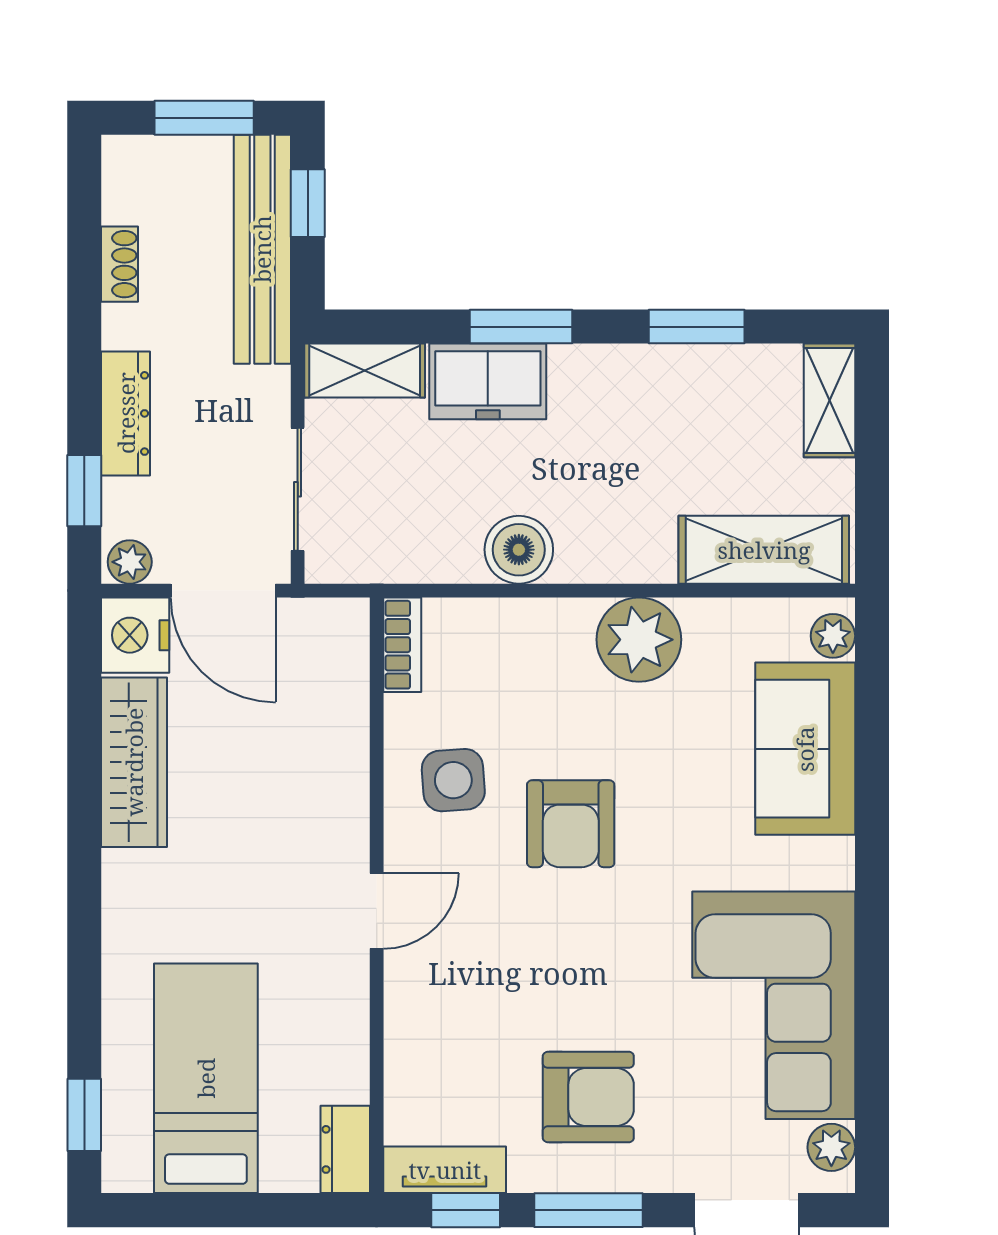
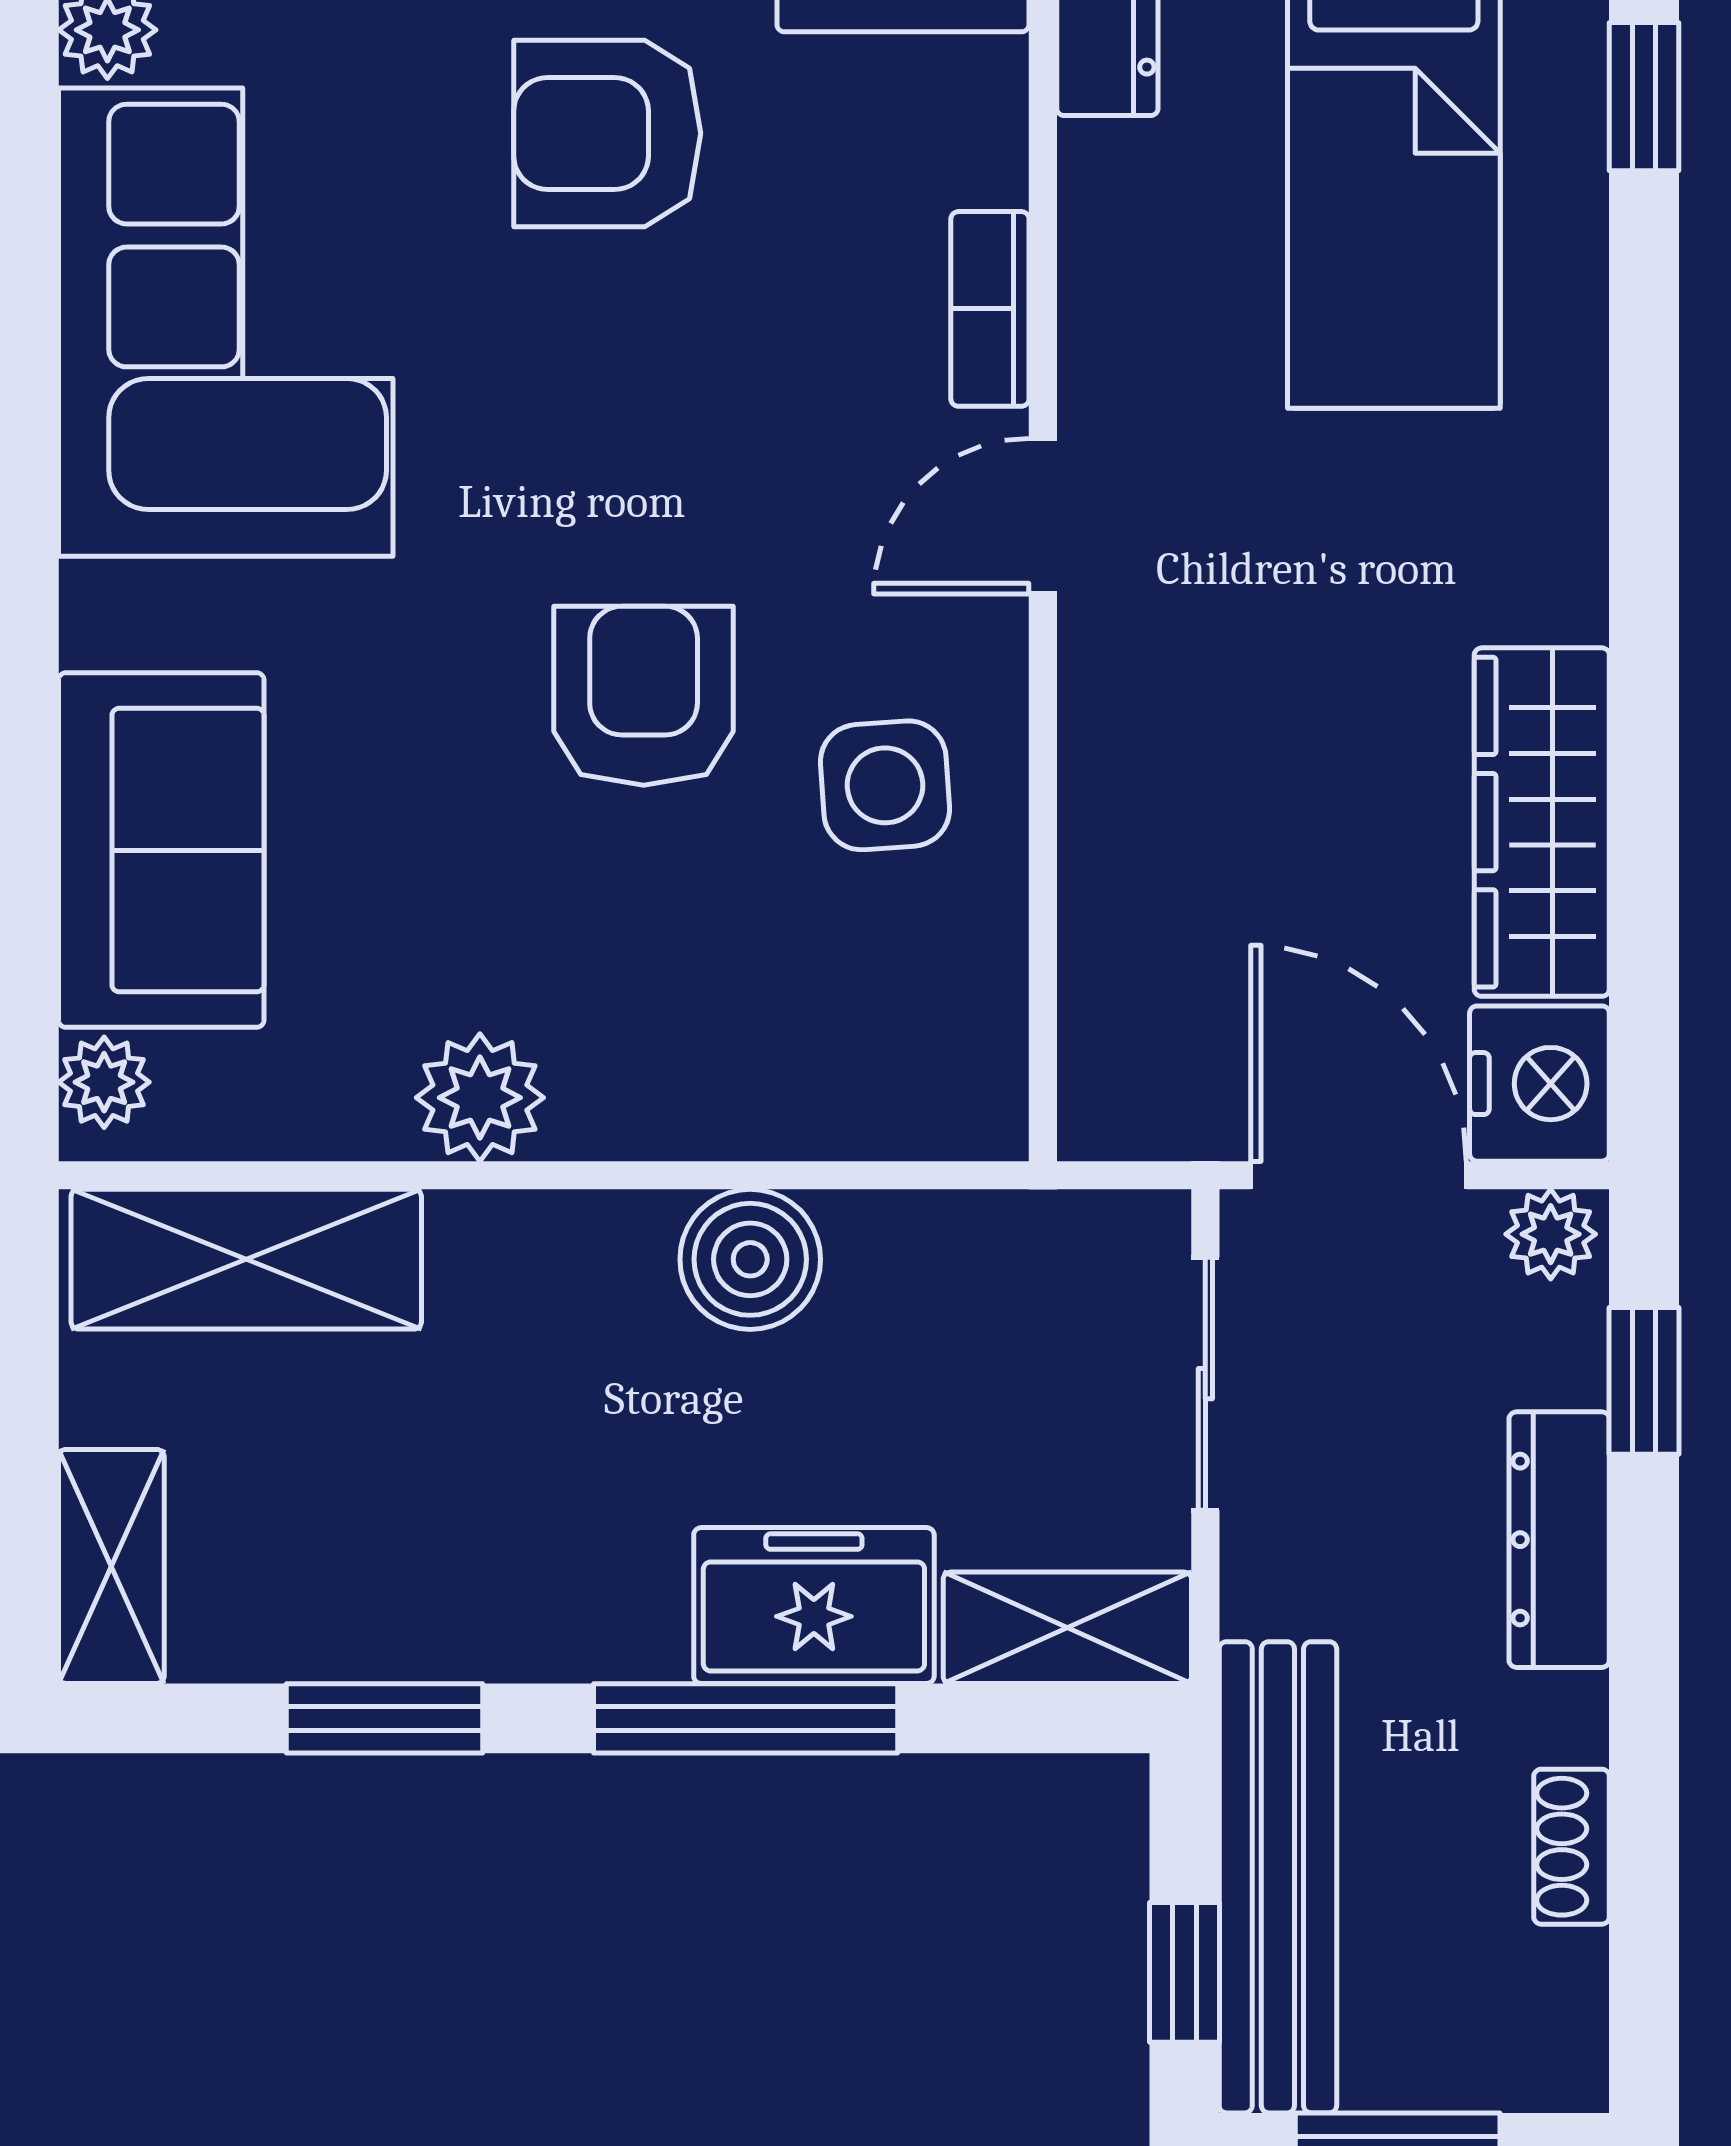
window: (521, 327) -> (746, 1718), width x1.44
plant: (639, 640) -> (480, 1098), width x0.73, depth x0.73
bookcase: (402, 645) -> (990, 309), moved

